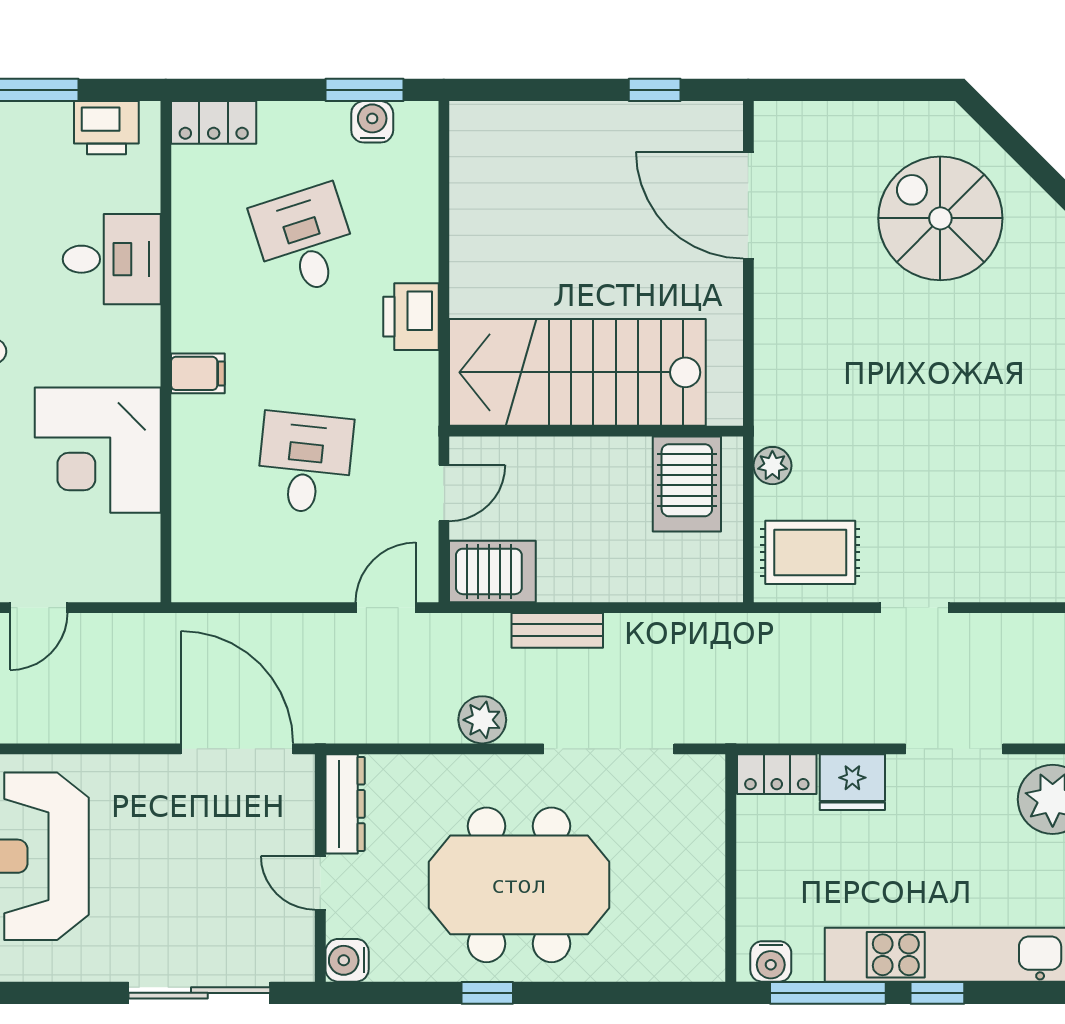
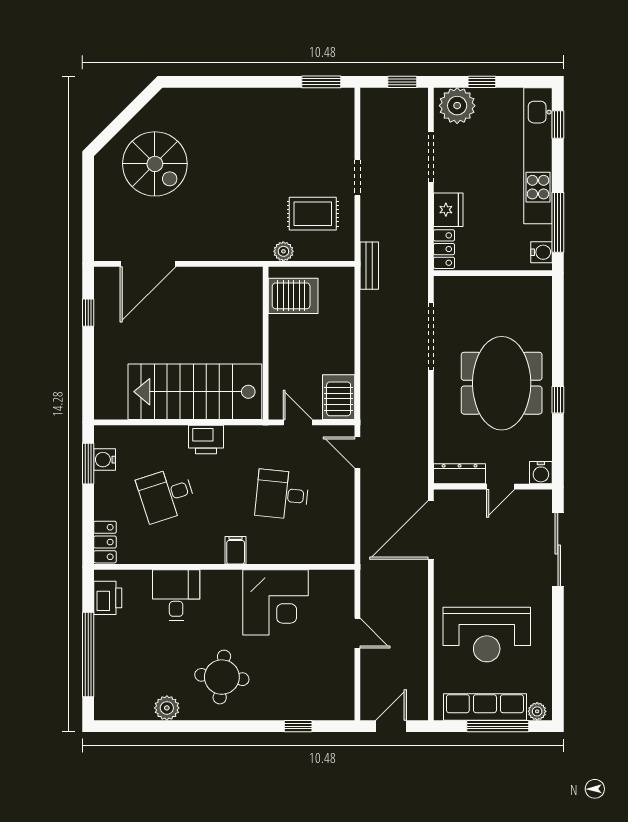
spiral stairs: (940, 218) -> (155, 164), turned -90
stairs: (577, 372) -> (195, 392), moved, turned 90
rug: (810, 552) -> (313, 214), moved, turned 90
bench: (557, 630) -> (369, 266), moved
plant: (482, 720) -> (416, 402), removed
window: (937, 993) -> (558, 124), moved

